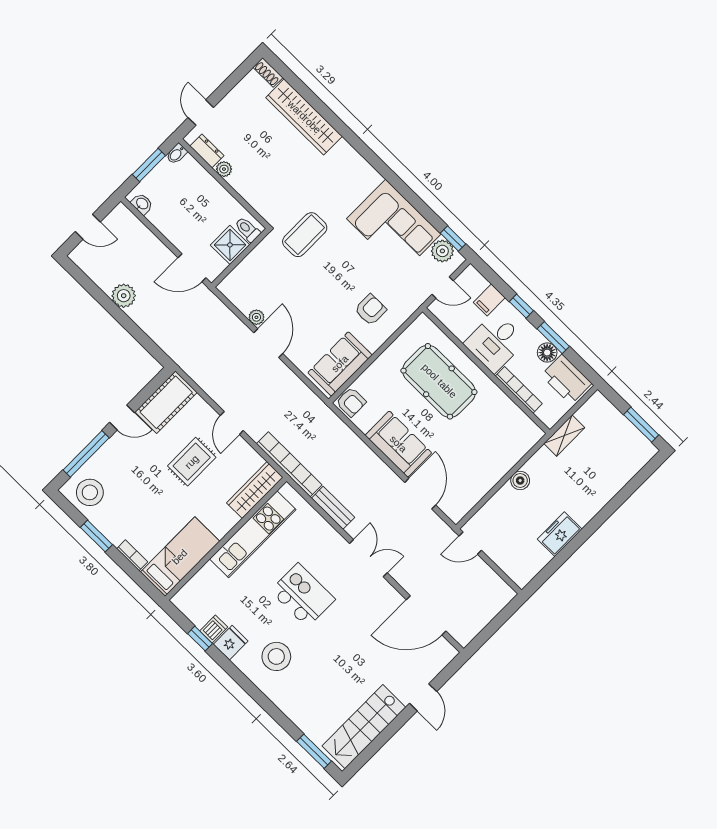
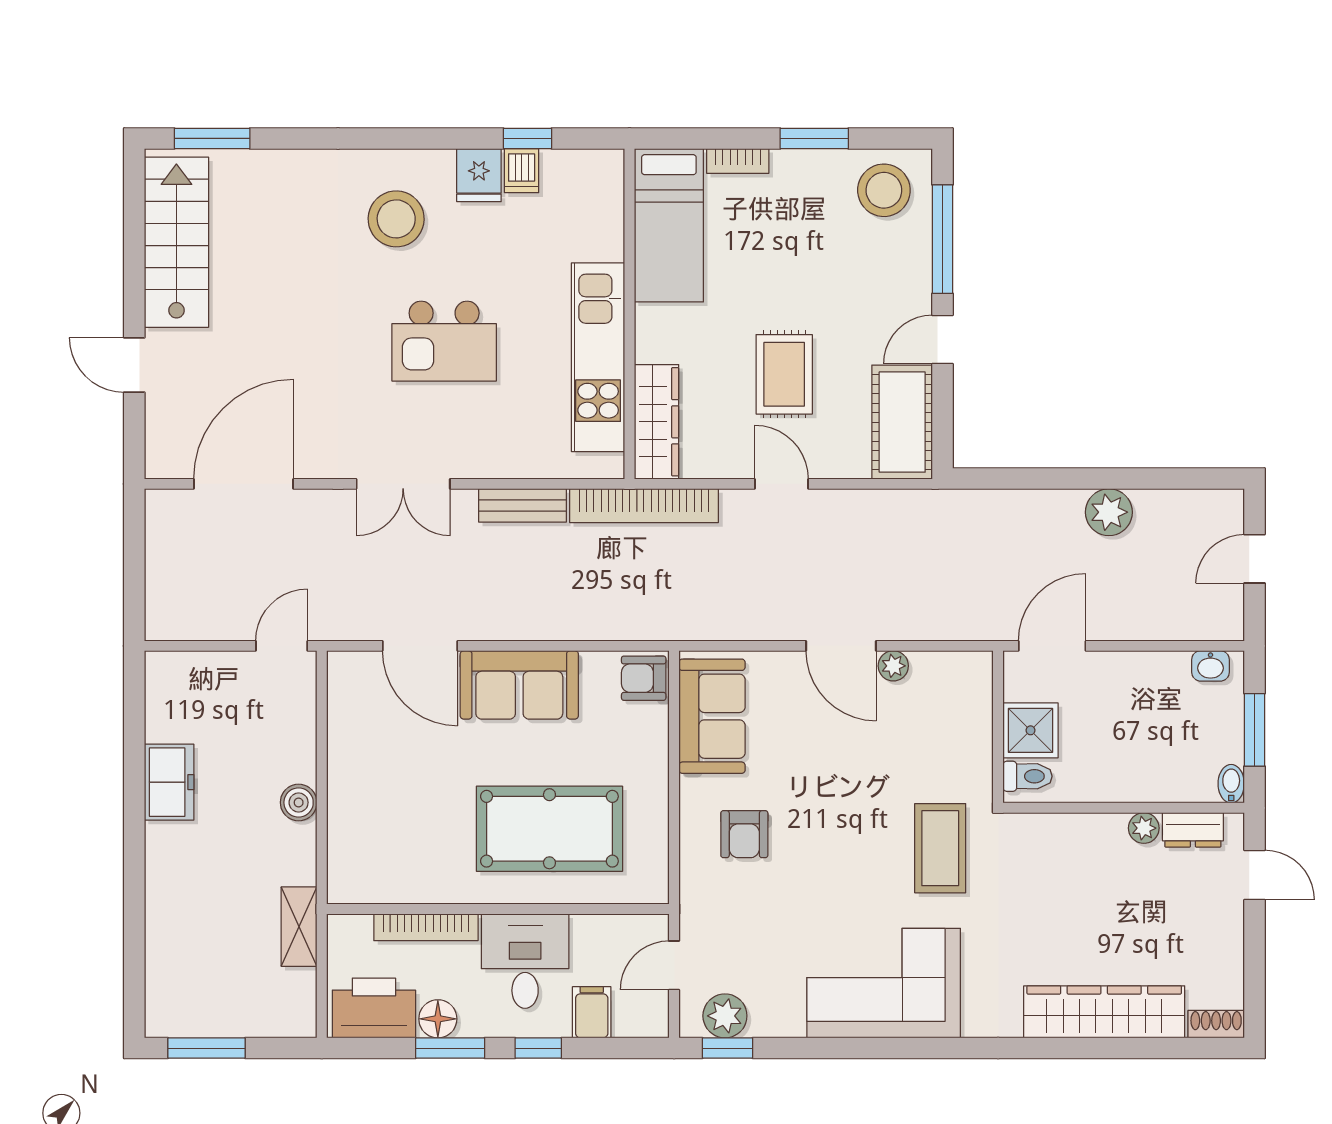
corner sofa: (394, 226) -> (884, 983), moved

